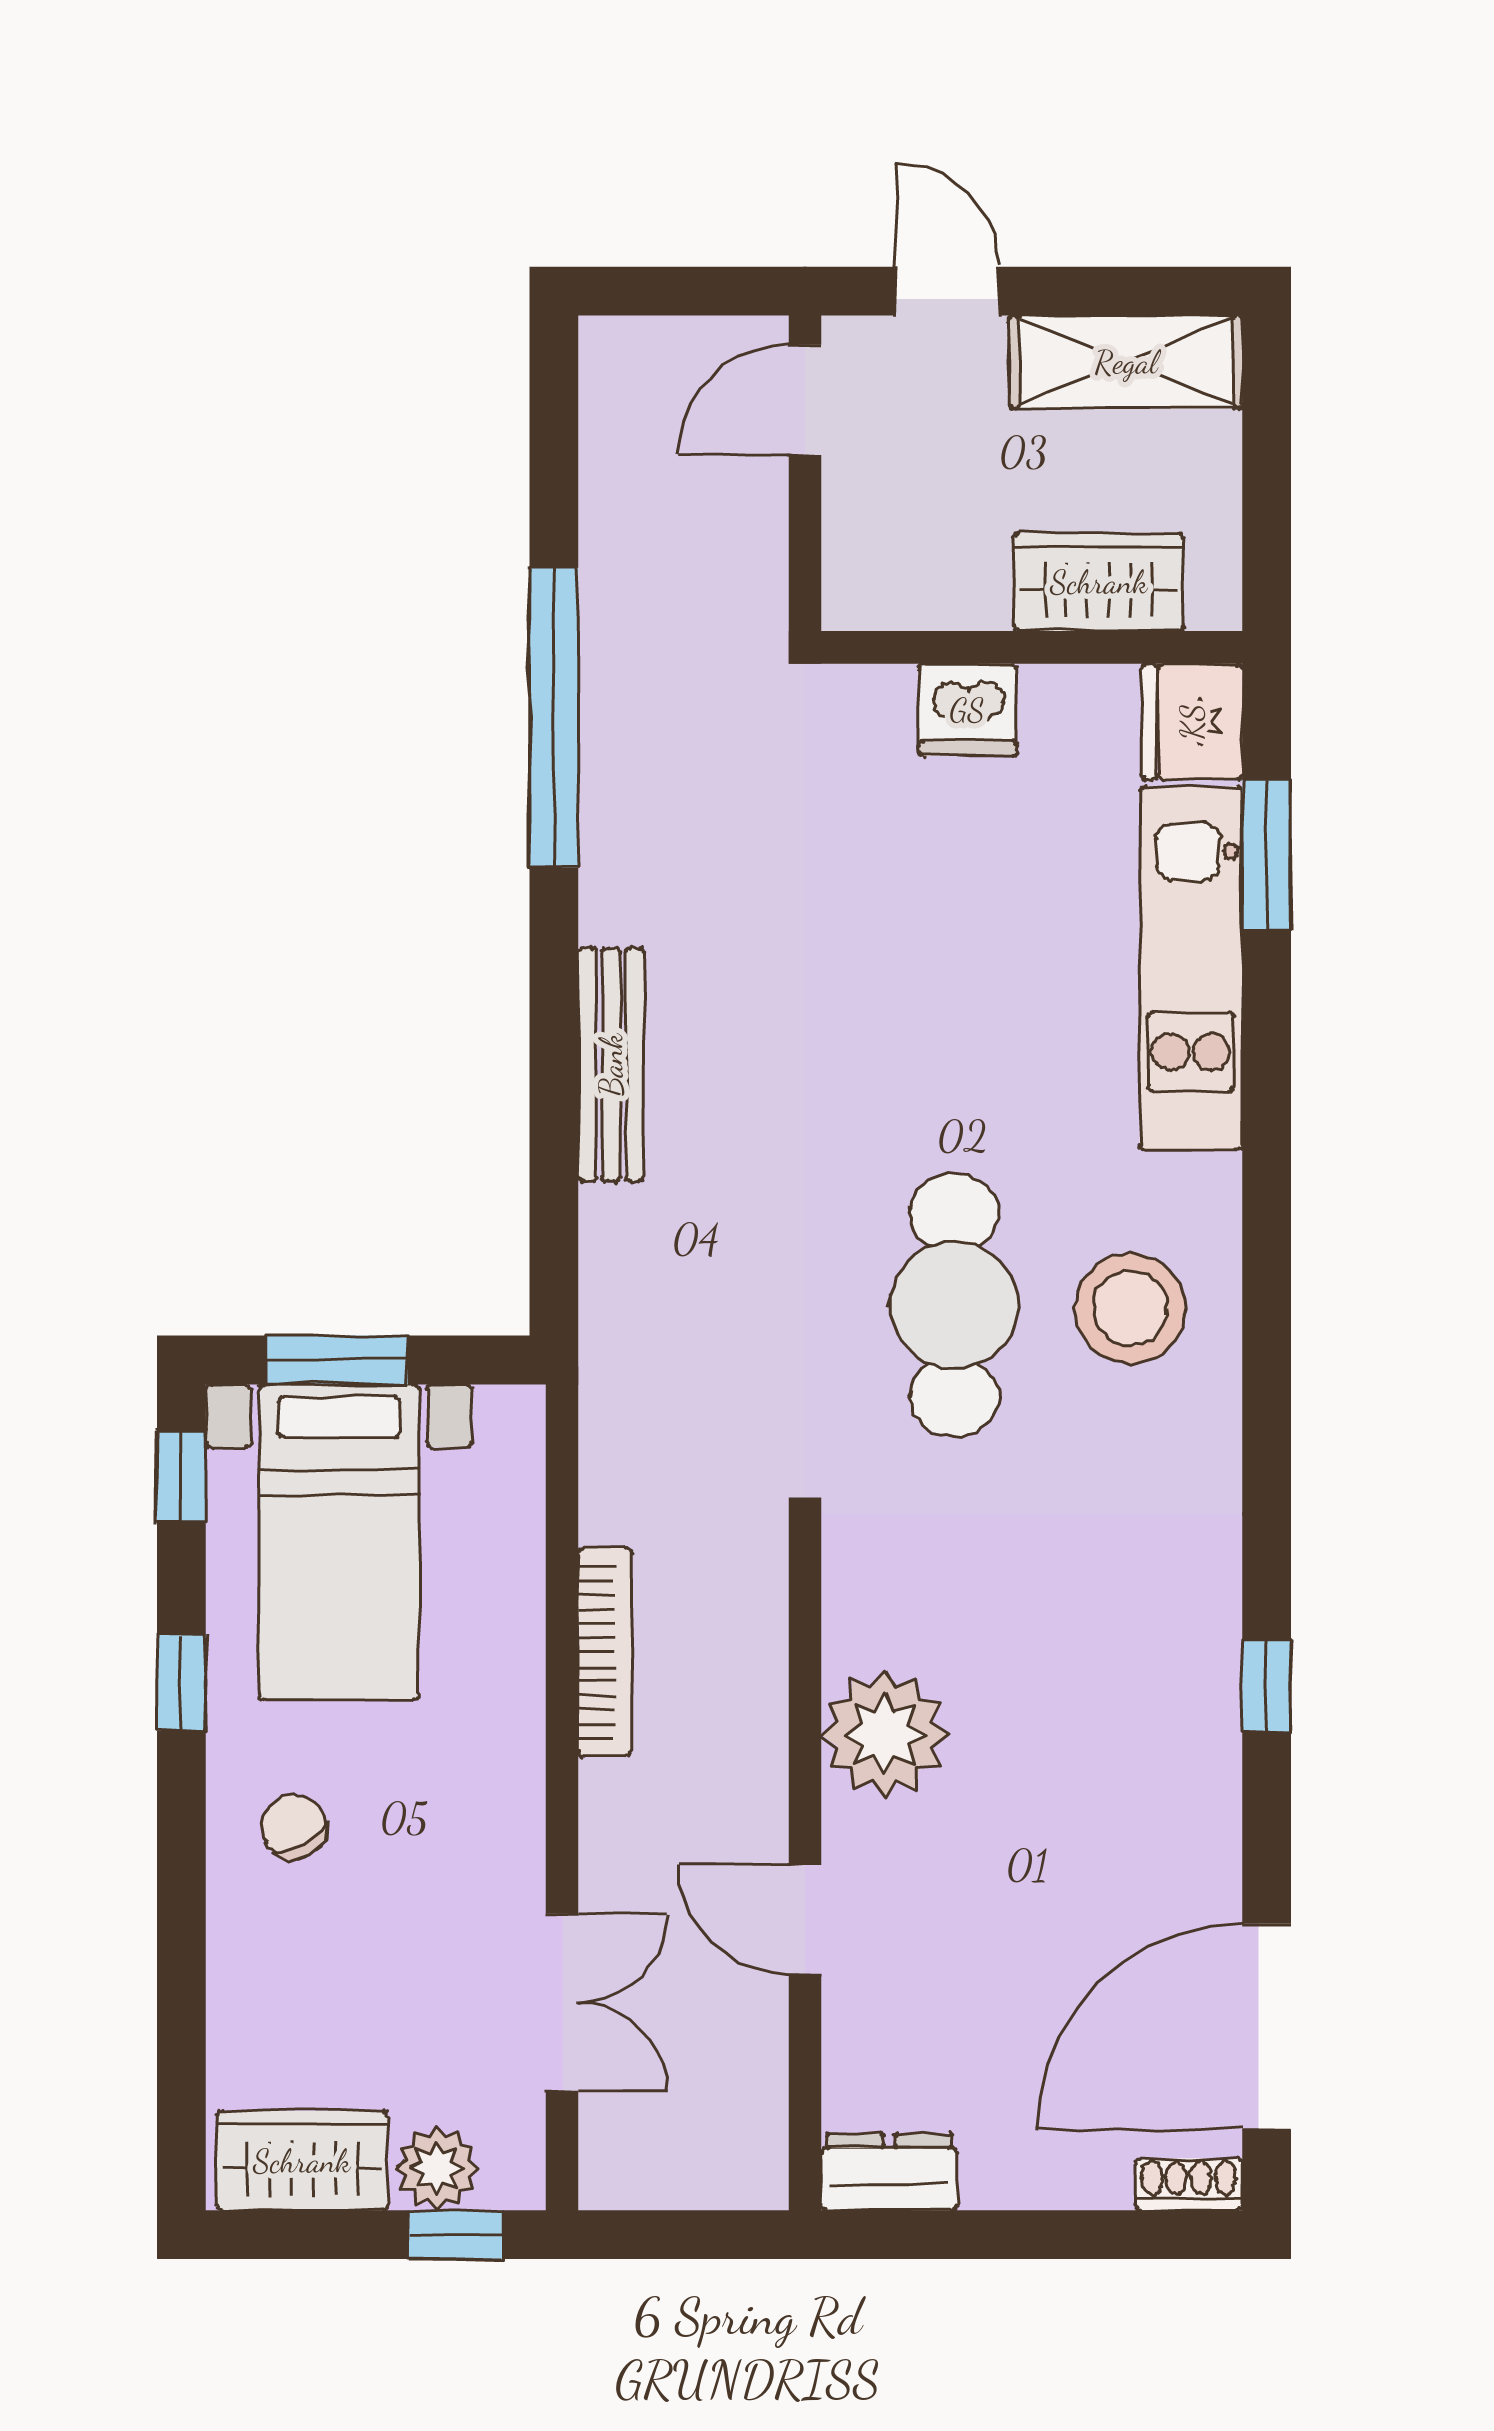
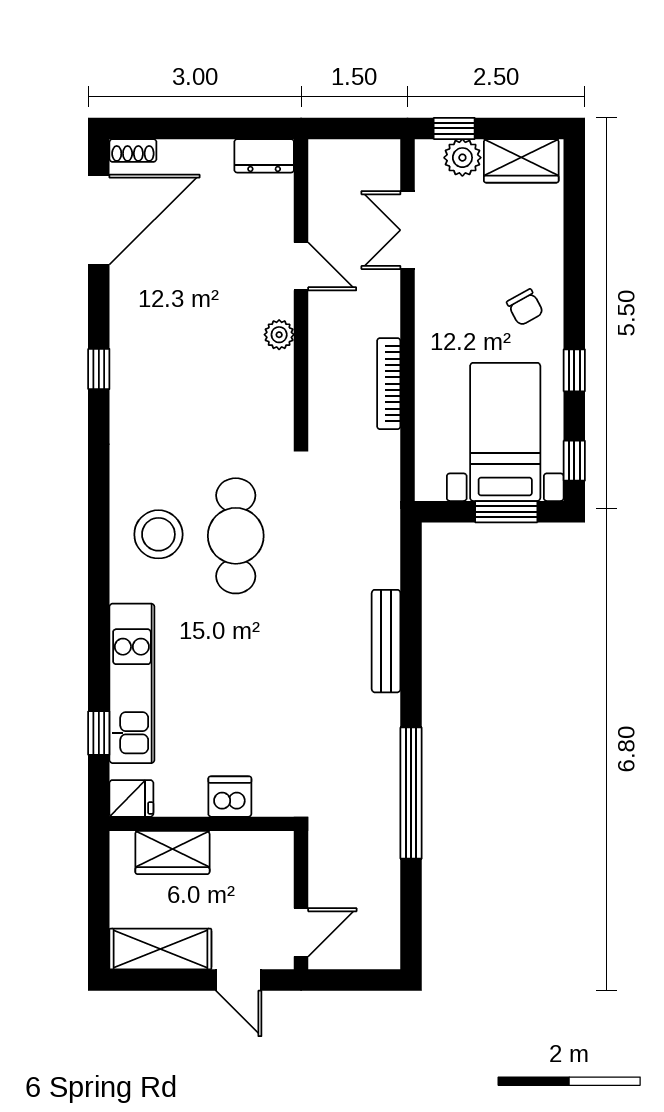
fridge: (1192, 722) -> (131, 798), width x0.72
window: (1267, 855) -> (99, 733), width x0.67
plant: (885, 1734) -> (279, 335), width x0.53, depth x0.53

